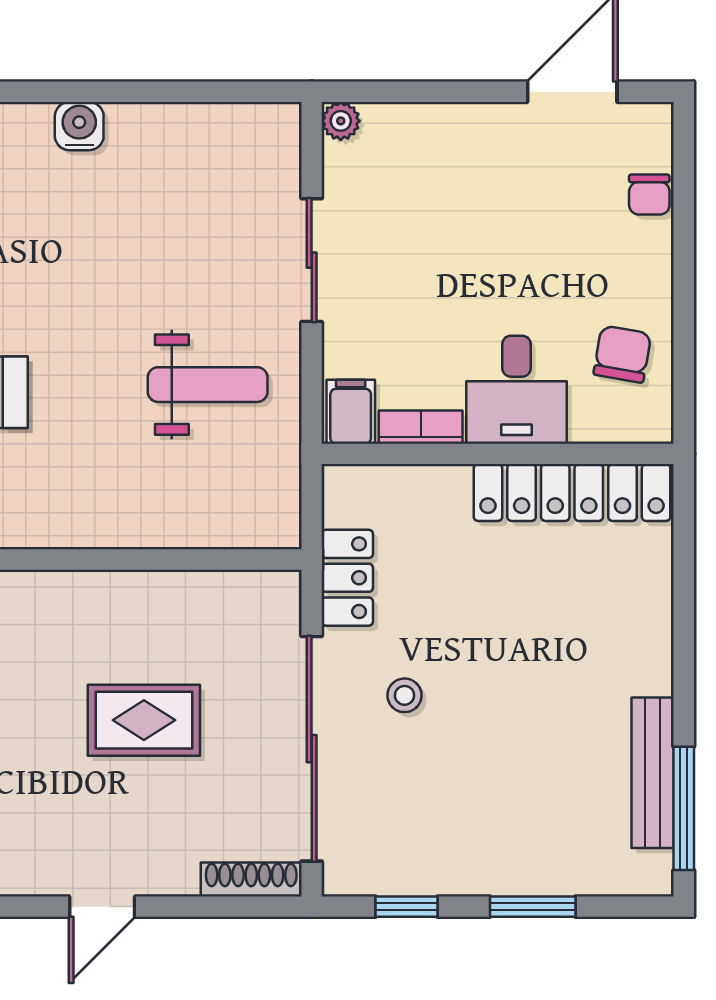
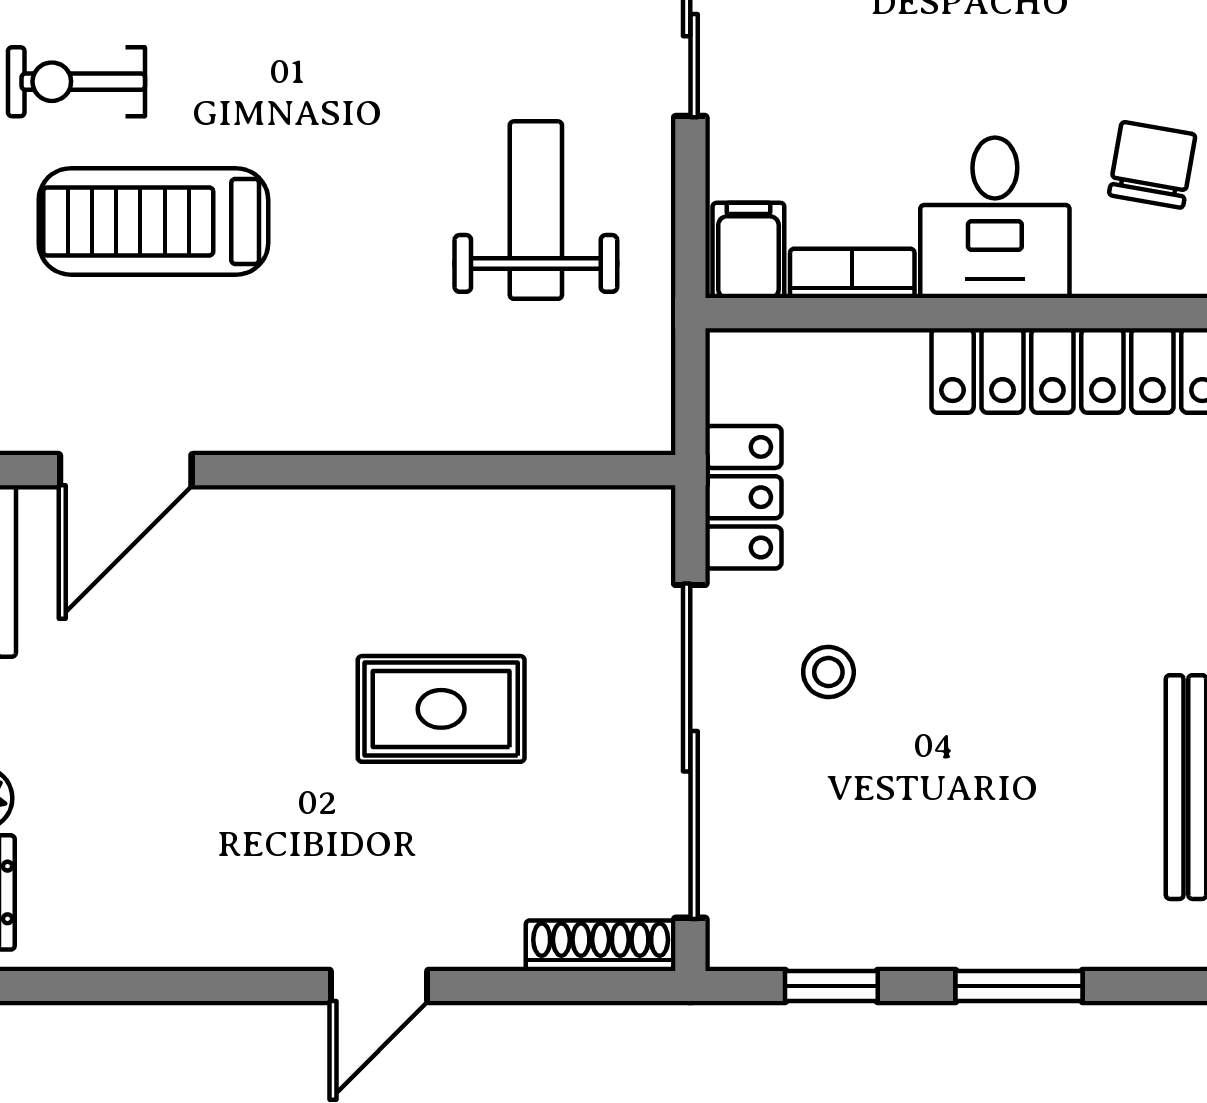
weight bench: (208, 385) -> (536, 210), turned -90

